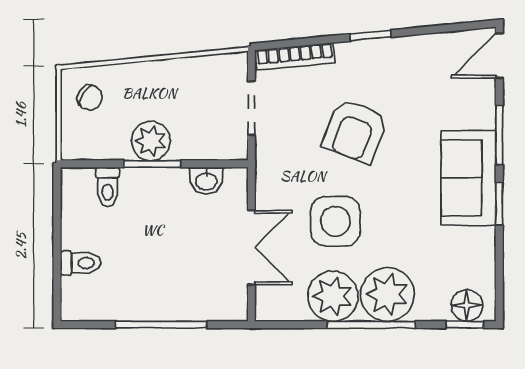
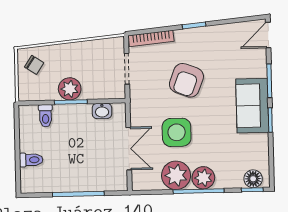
plant: (387, 294) -> (203, 178), width x0.73, depth x0.73

